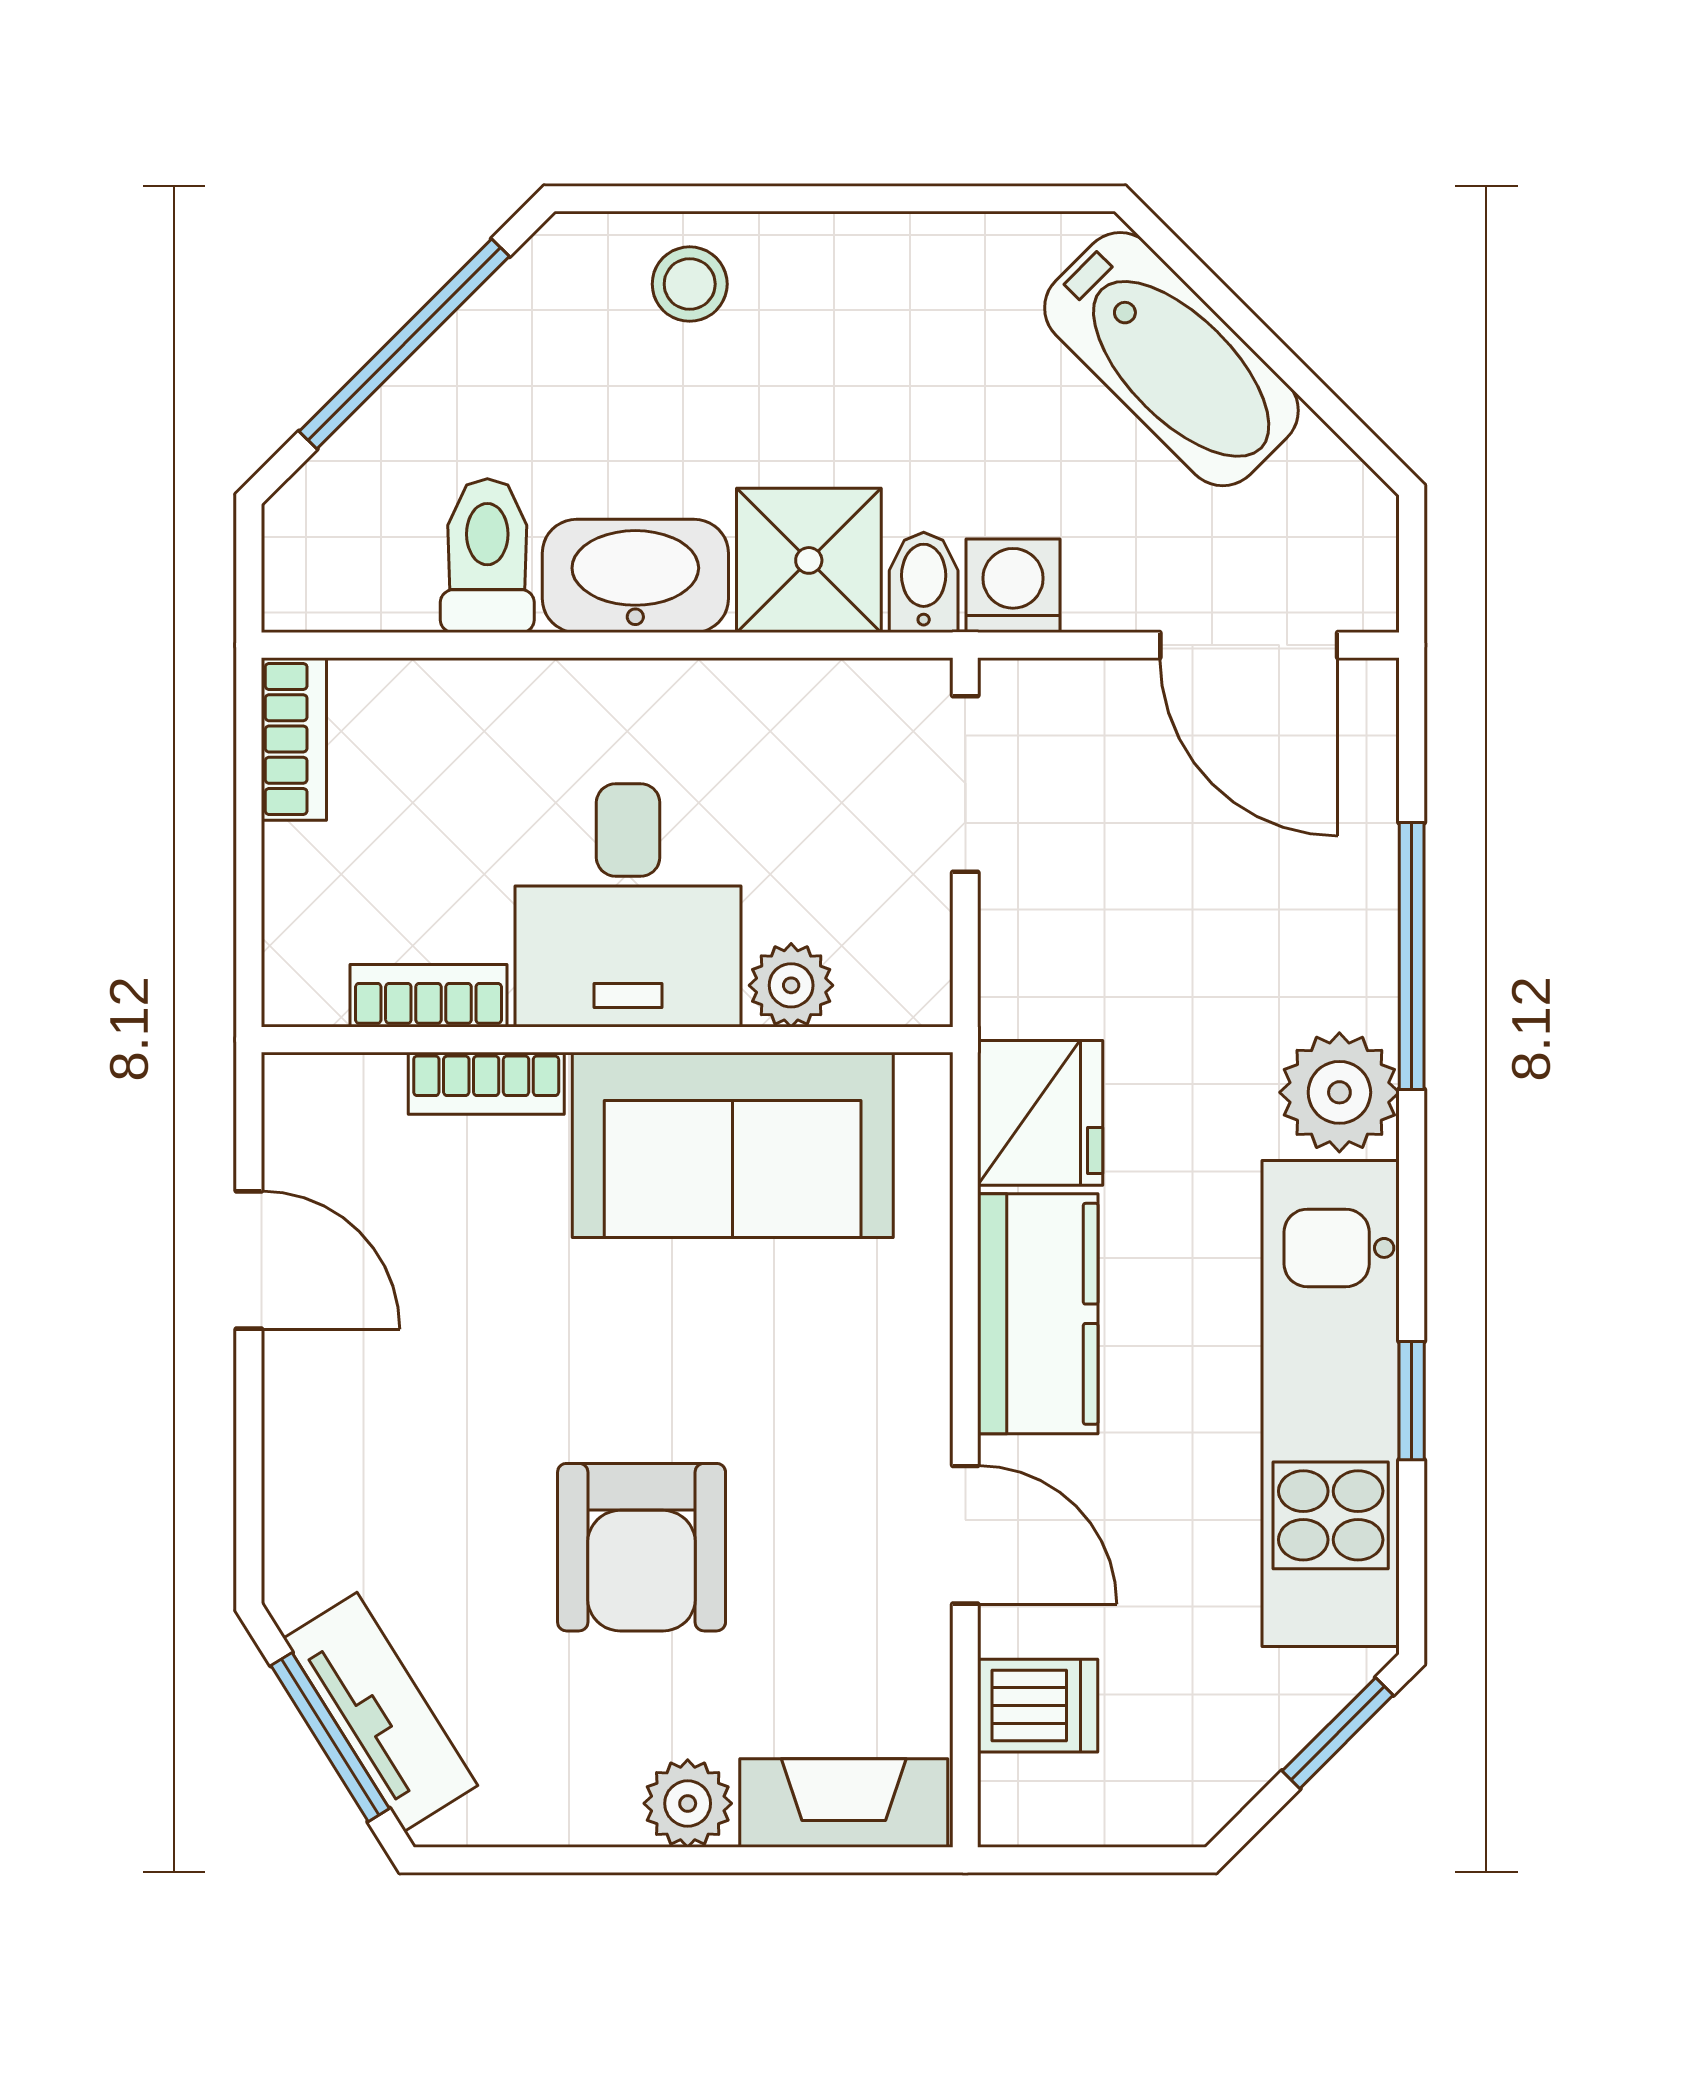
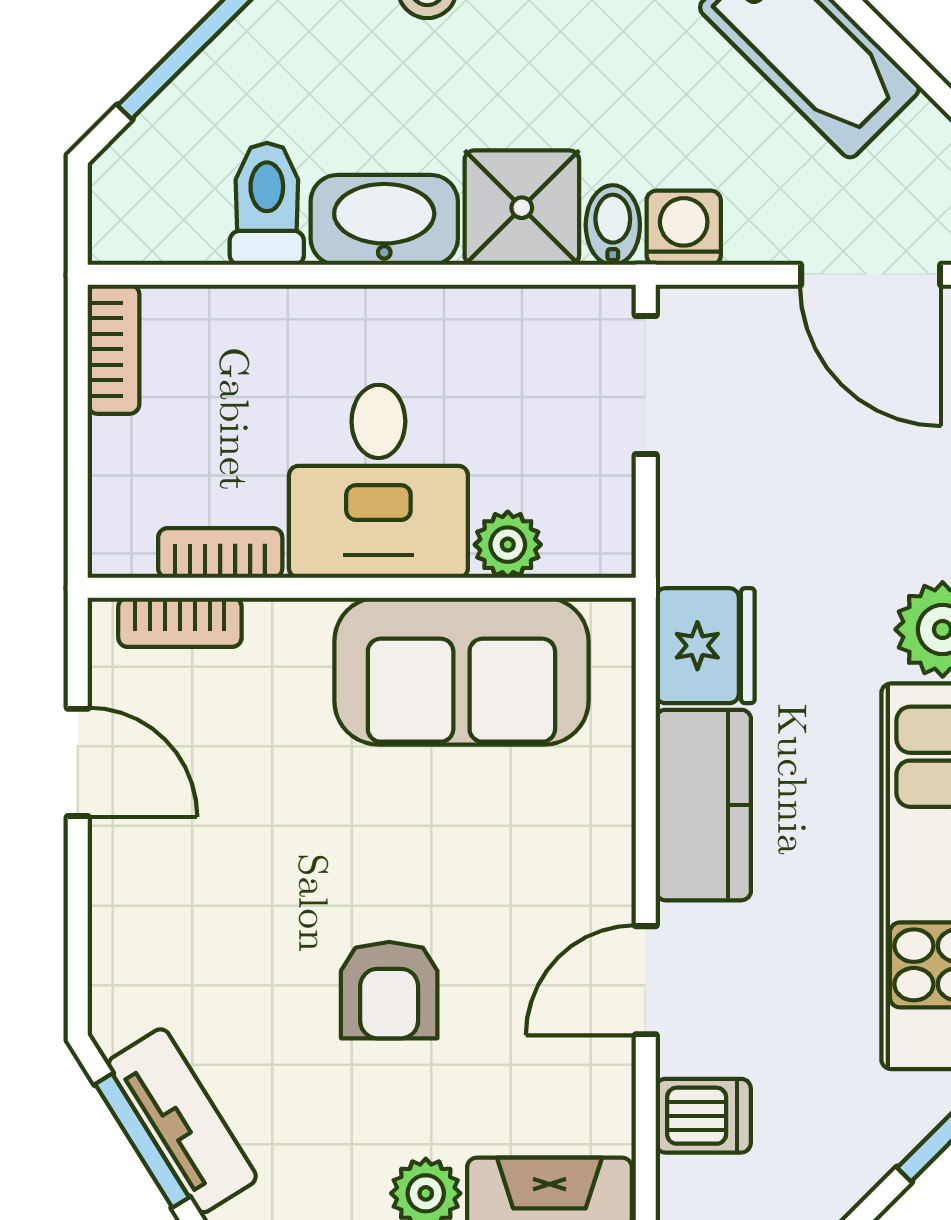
bookcase: (486, 1083) -> (180, 622), moved
door: (965, 1535) -> (646, 980), swing flipped
armchair: (642, 1547) -> (389, 990), width x0.72, depth x0.72

